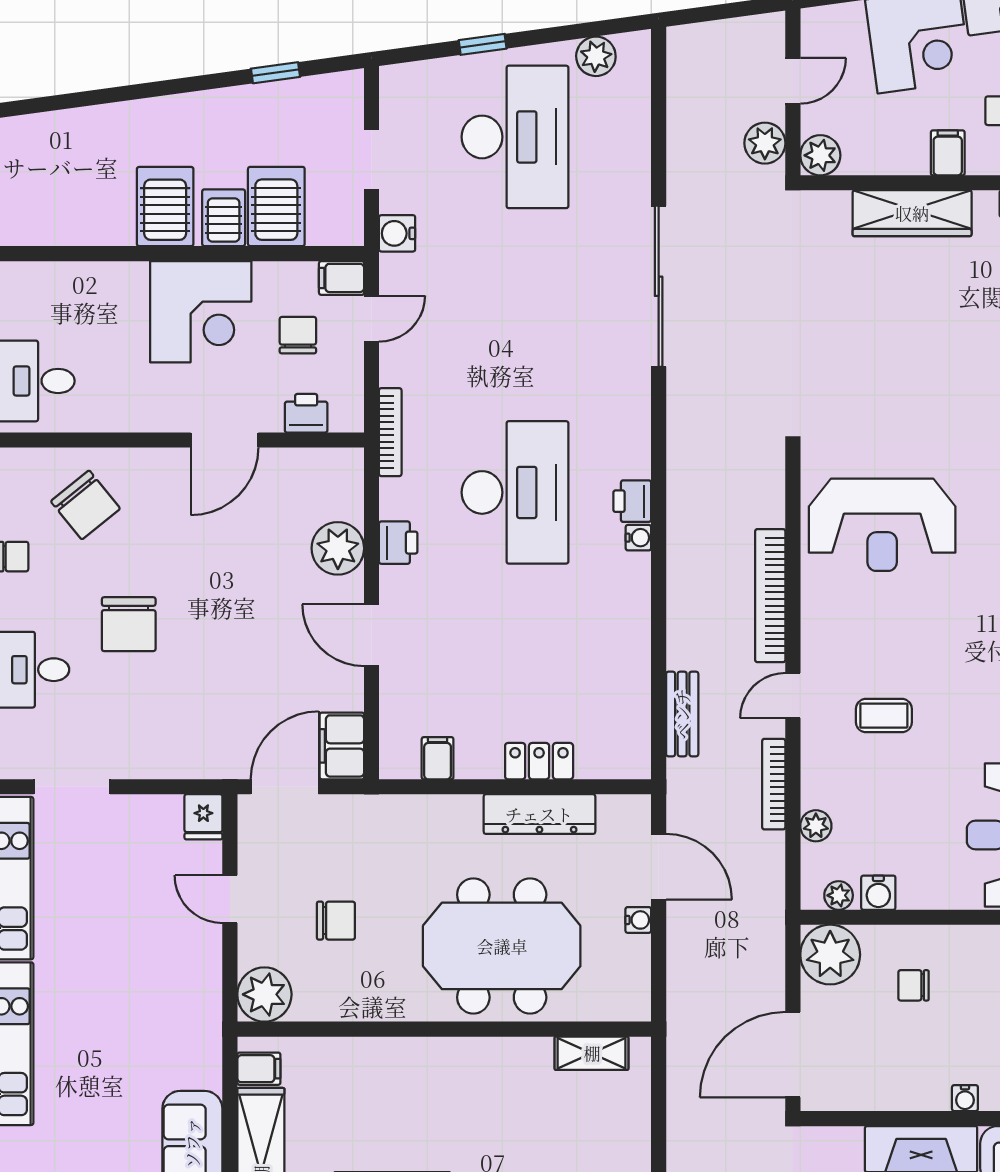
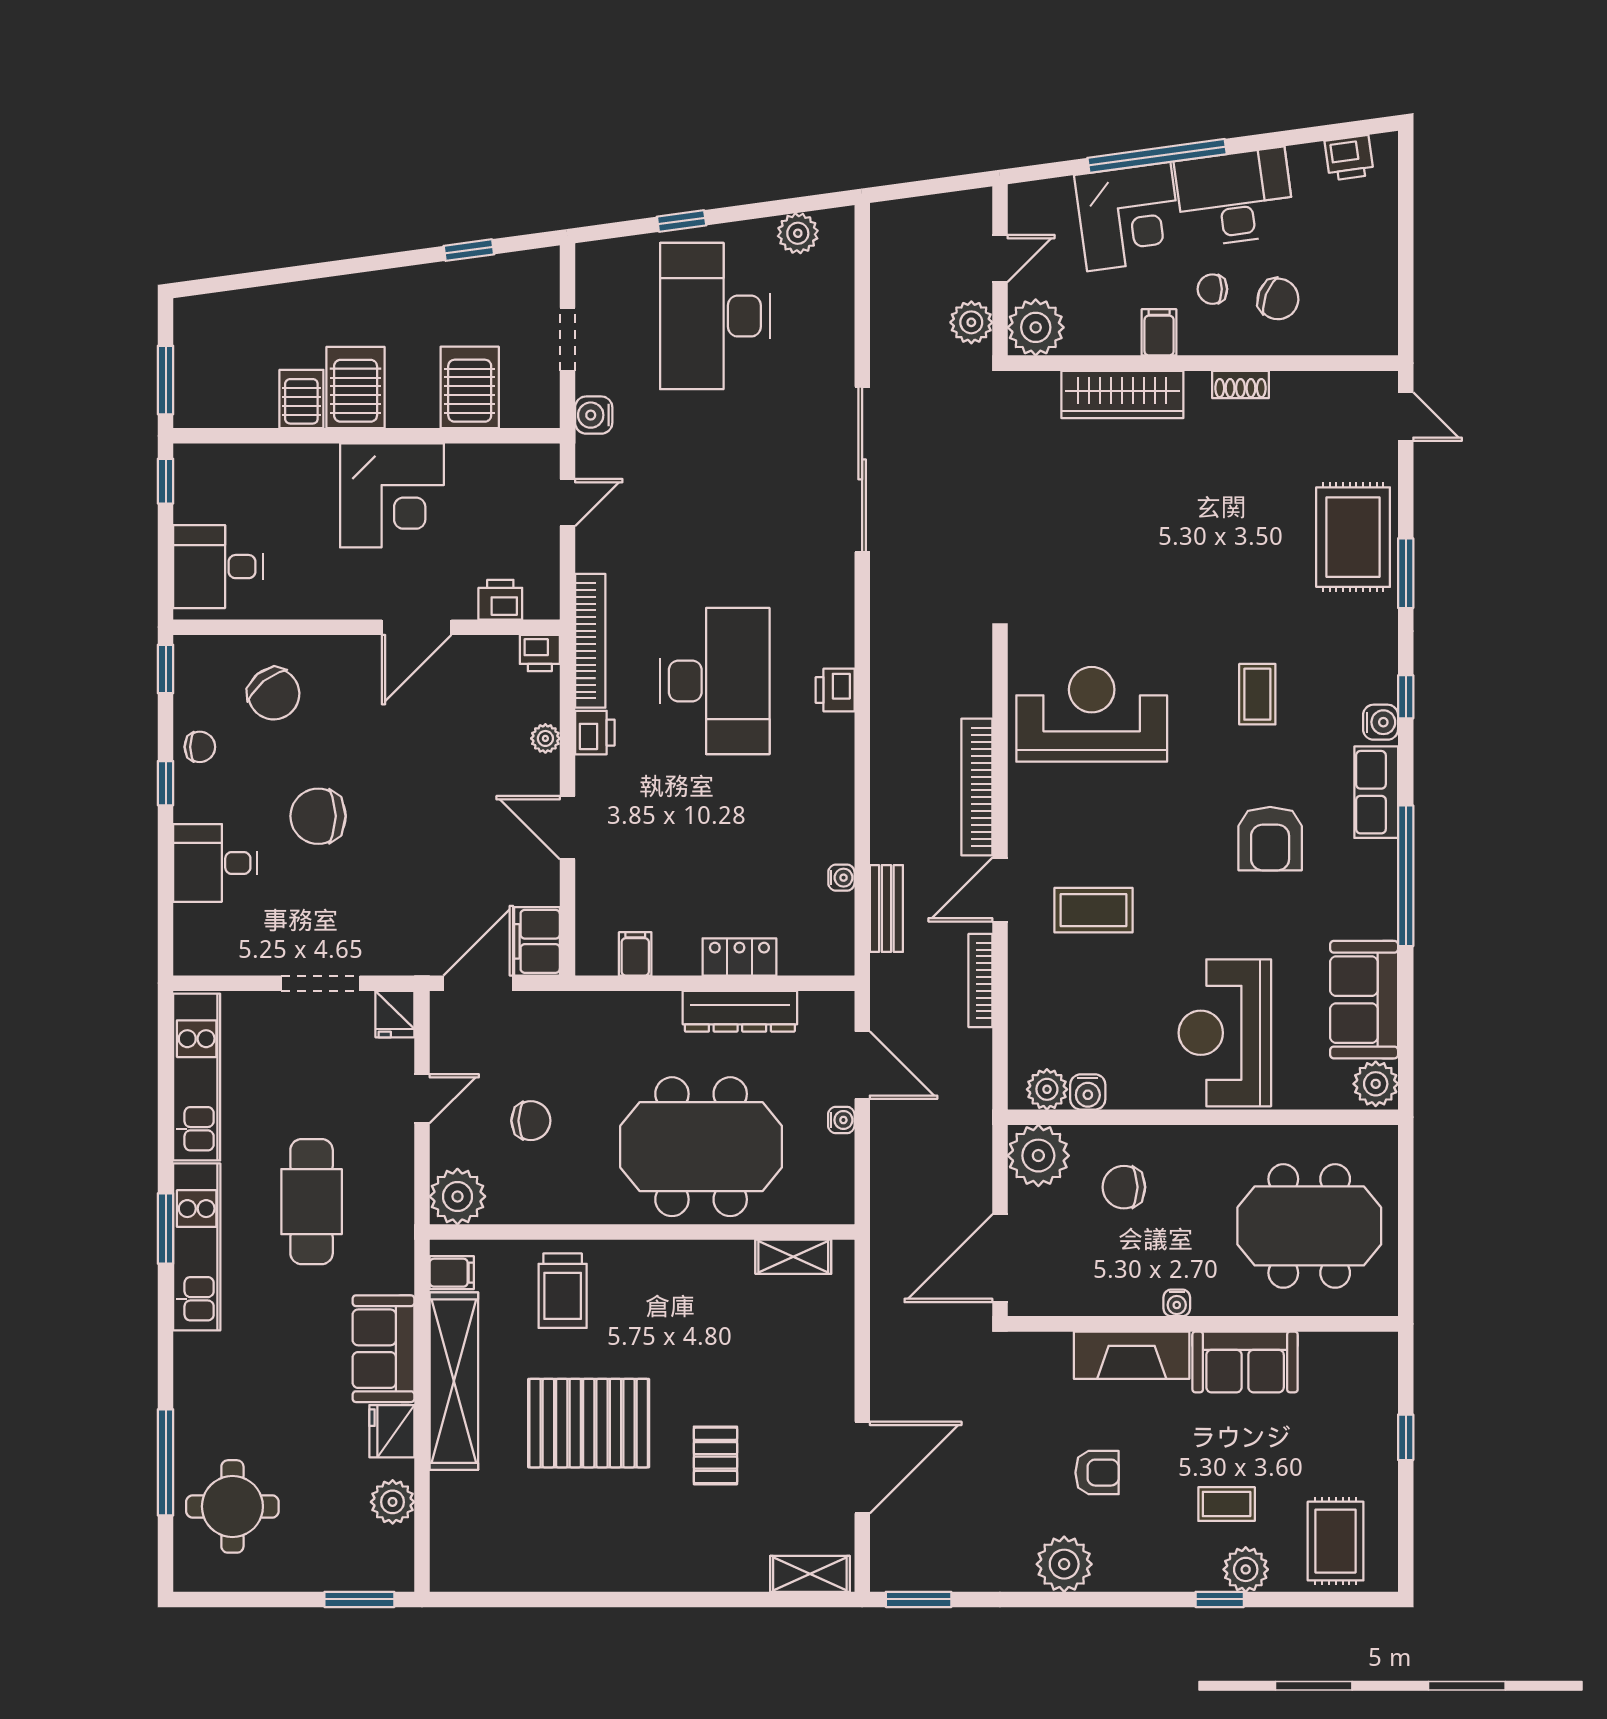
desk: (515, 137) -> (715, 316), turned 180
plant: (820, 155) -> (1036, 327), width x1.36, depth x1.36
server rack: (224, 218) -> (301, 399), moved
filing cabinet: (342, 278) -> (537, 461), removed
chair: (298, 335) -> (492, 520), removed
bookcase: (390, 432) -> (590, 641), width x1.48, depth x1.31
printer: (345, 465) -> (540, 653), added
reception desk: (882, 525) -> (1092, 714), turned 180
water cooler: (638, 538) -> (841, 878), moved
plant: (338, 548) -> (545, 738), width x0.53, depth x0.53
chair: (129, 624) -> (318, 816), turned 90
door: (793, 696) -> (1000, 890), width x1.38
coffee table: (884, 716) -> (1093, 910), width x1.36, depth x1.30
doorway: (72, 787) -> (321, 983), moved
plant: (816, 826) -> (1024, 1023), removed
plant: (839, 895) -> (1047, 1089), width x1.38, depth x1.38
door: (230, 899) -> (422, 1099), swing flipped
chair: (914, 985) -> (1124, 1187), width x1.37, depth x1.37
cafe table: (122, 999) -> (312, 1202), added
trolley: (367, 1086) -> (563, 1291), added

